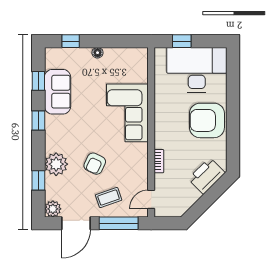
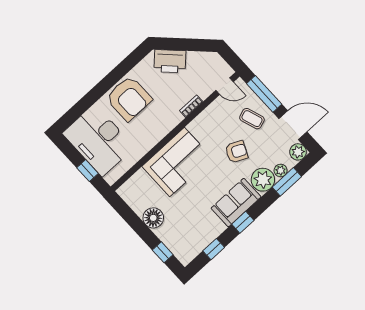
floor lamp: (98, 53) -> (153, 218), width x1.89, depth x1.89
sofa: (58, 92) -> (236, 203), moved
window: (38, 180) -> (287, 182), width x1.50
plant: (51, 183) -> (281, 170), added

